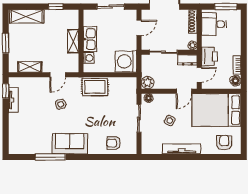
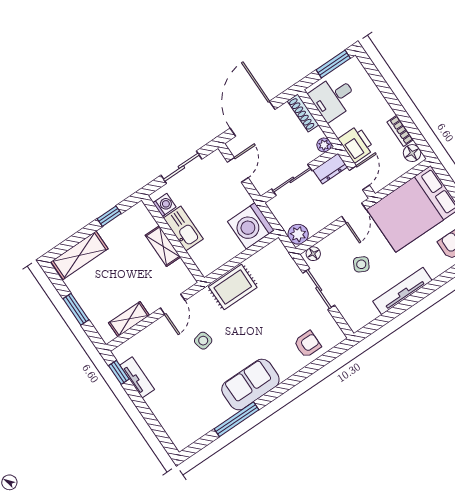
washing machine: (89, 58) -> (164, 205), moved
armchair: (114, 143) -> (307, 344), turned 180

